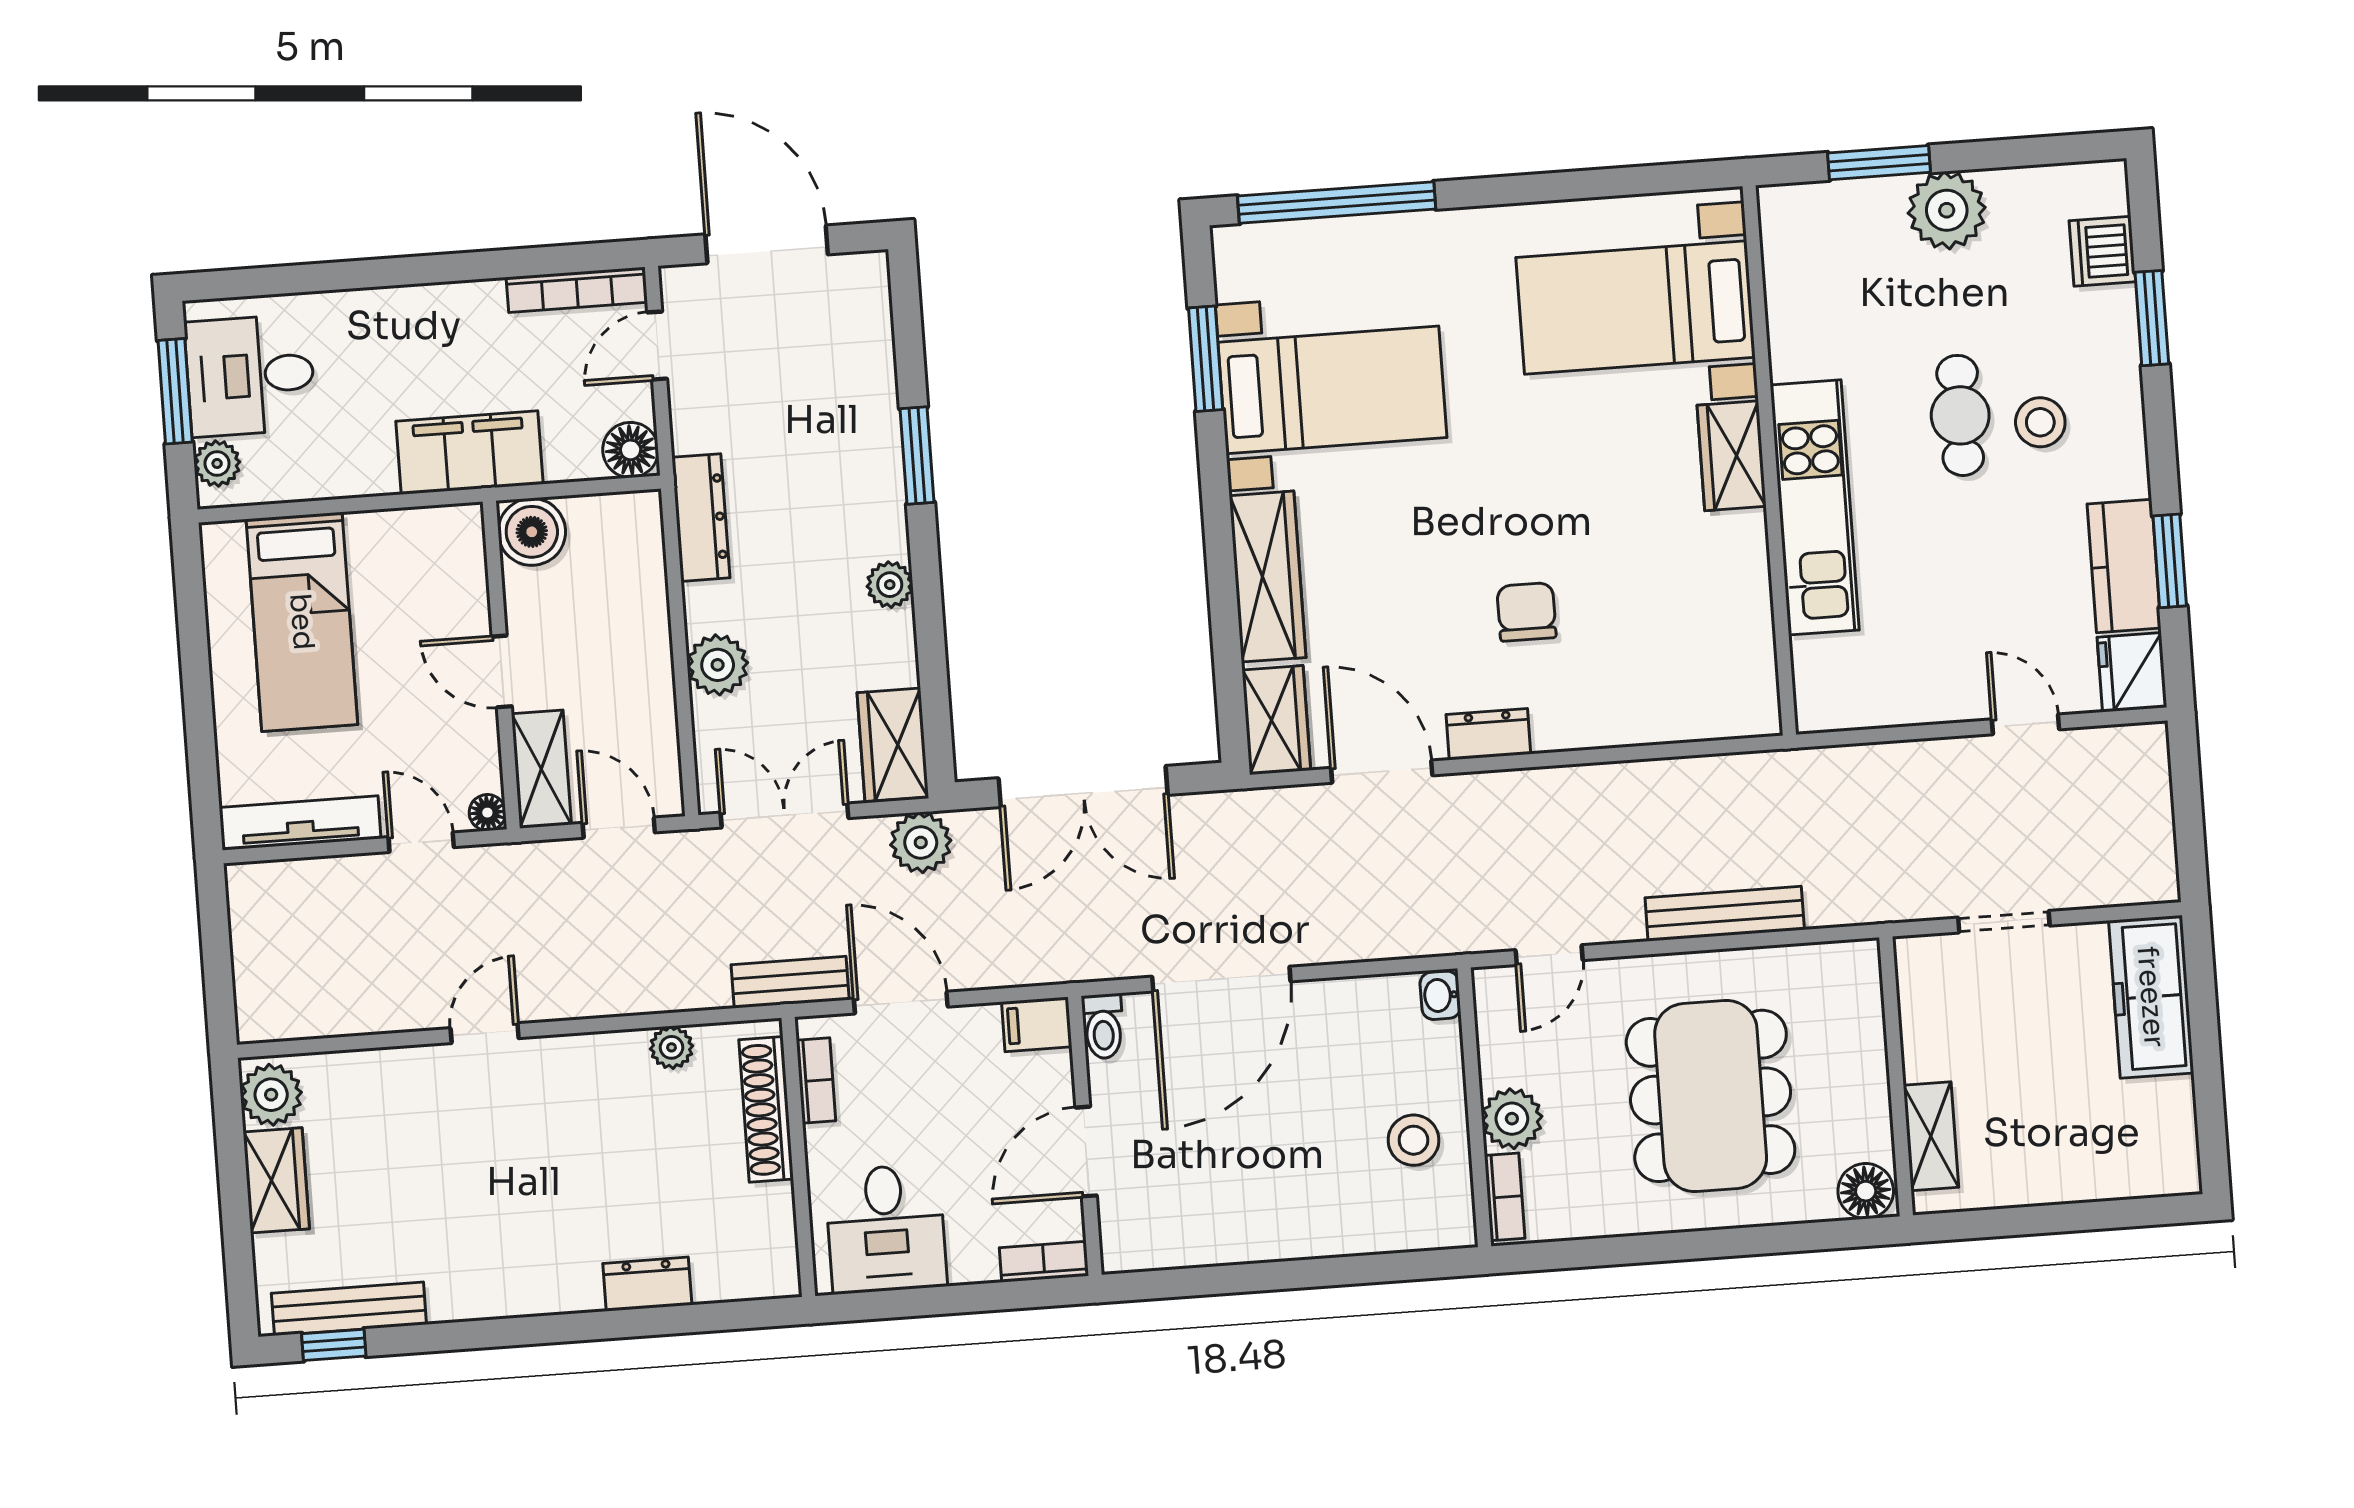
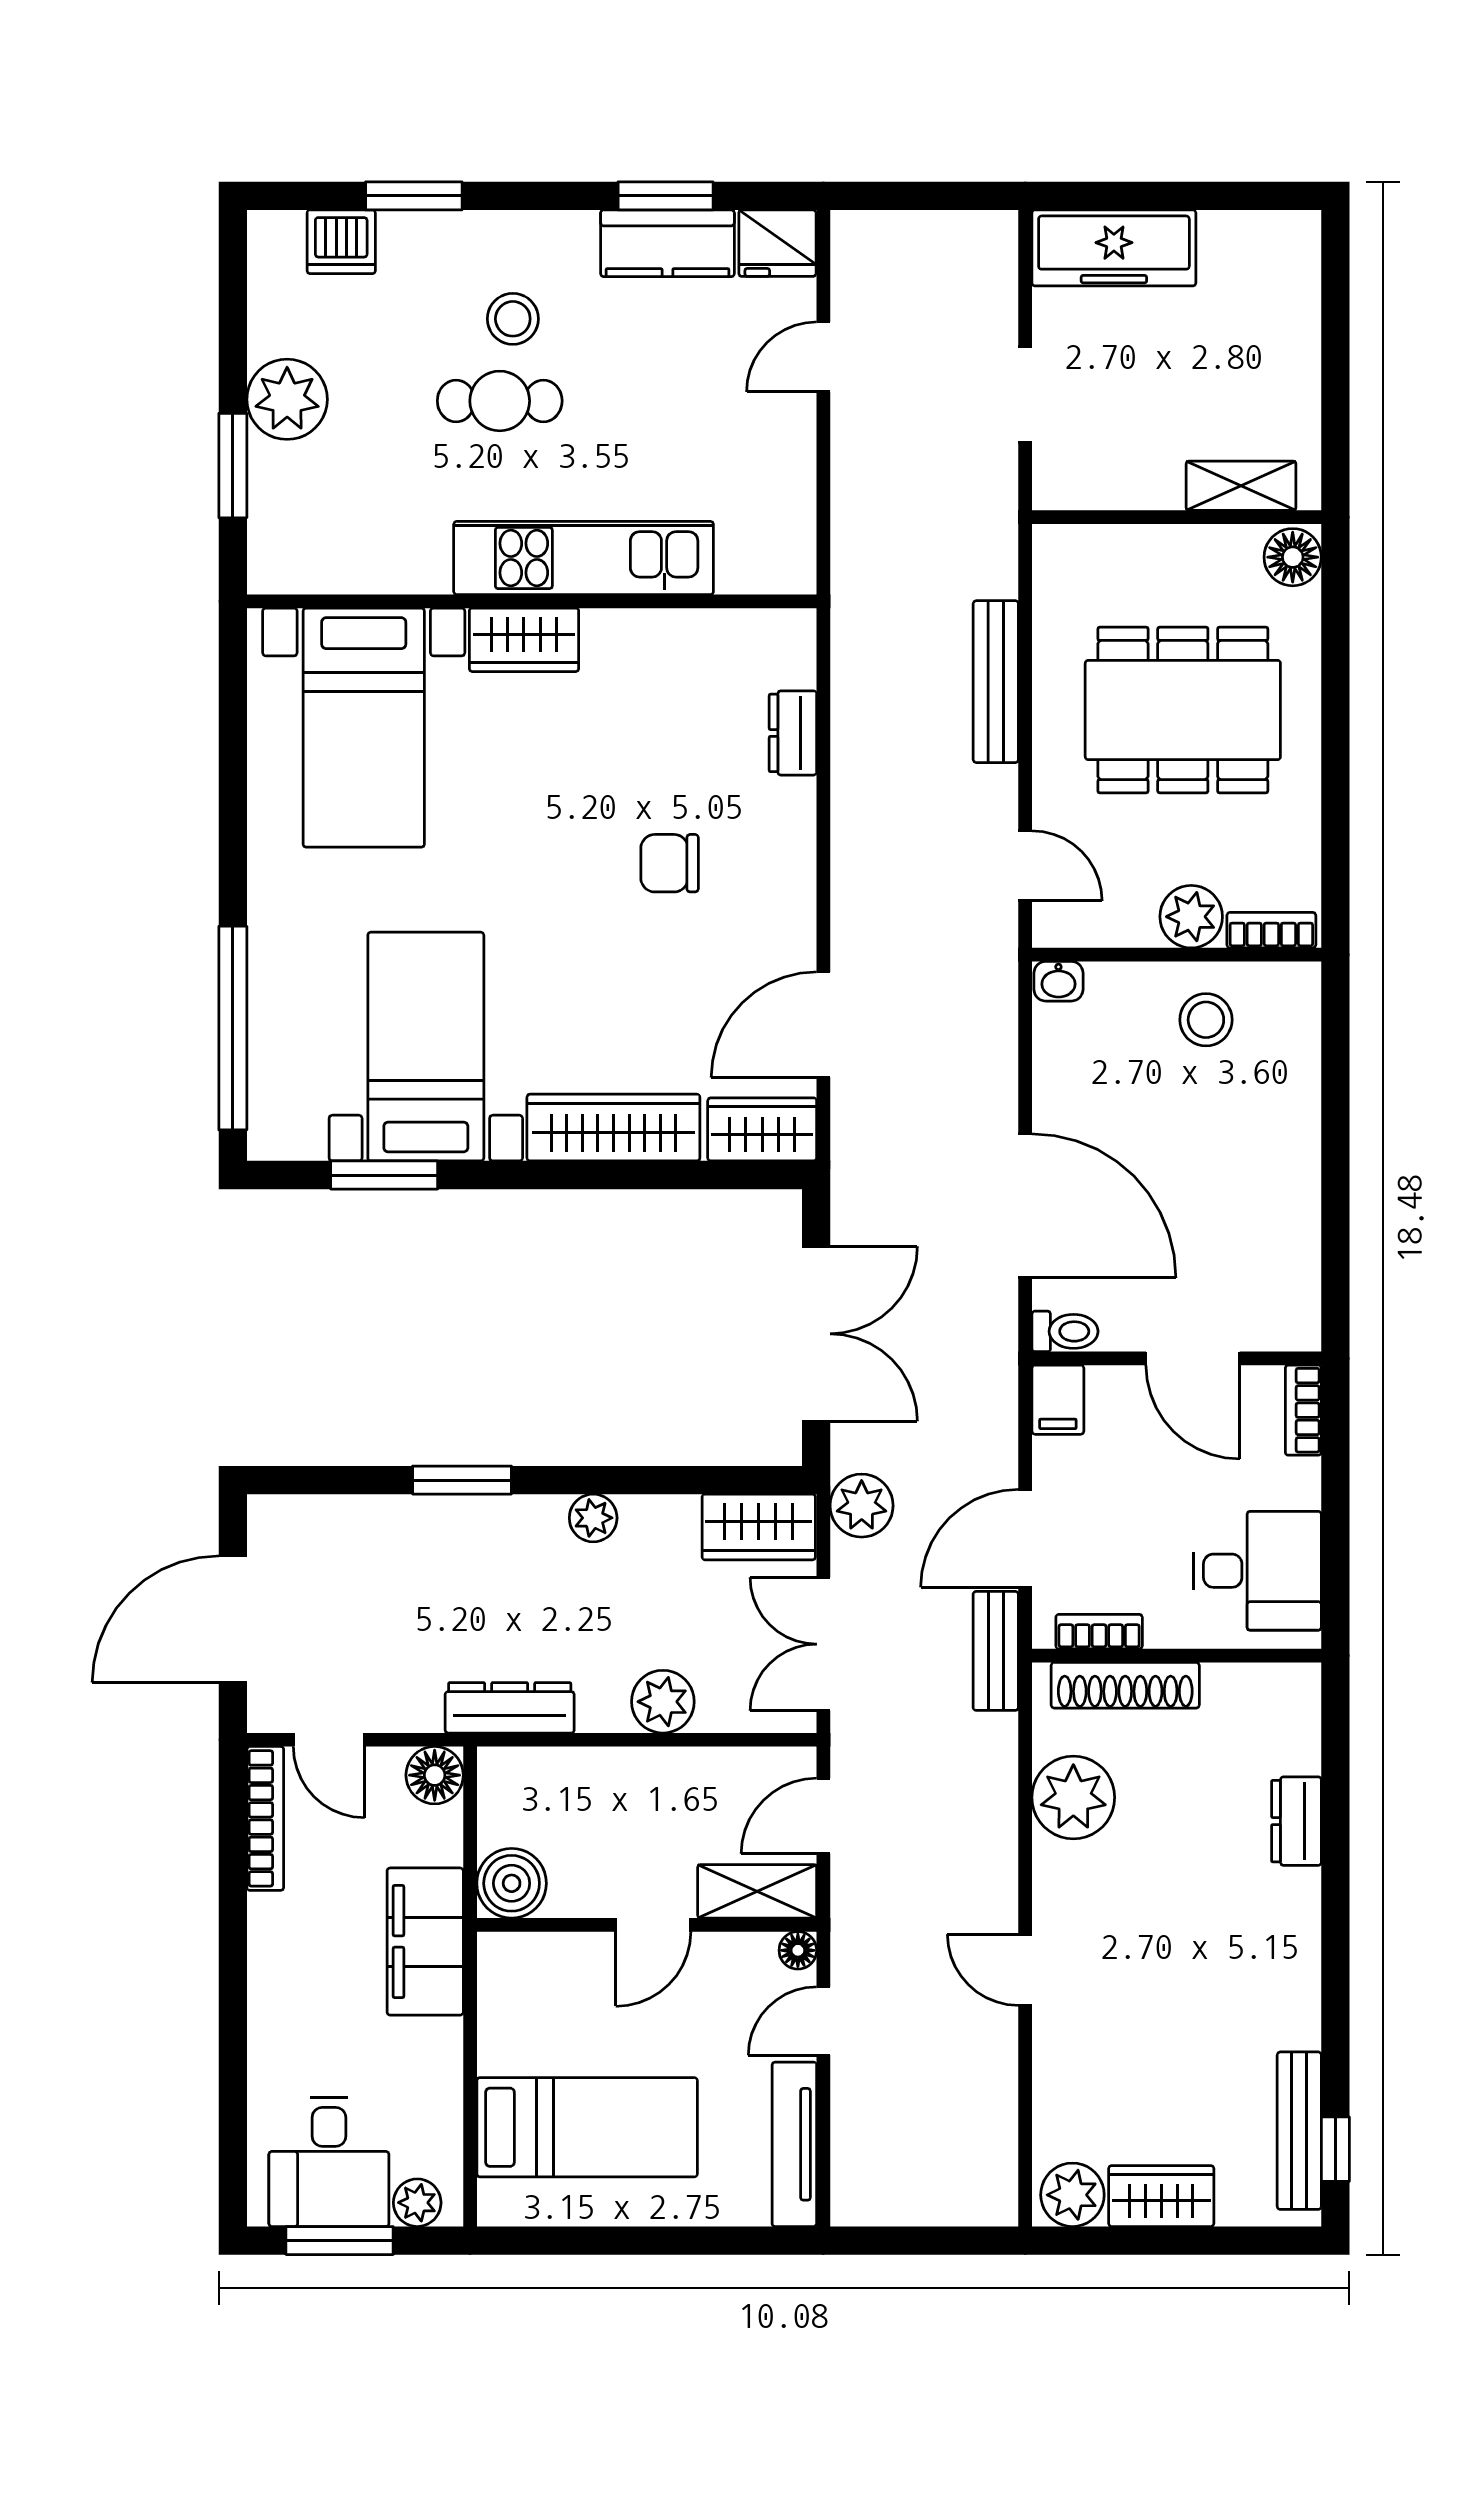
dresser: (1488, 734) -> (793, 733), moved
plant: (671, 1047) -> (1073, 1797), width x1.88, depth x1.88

